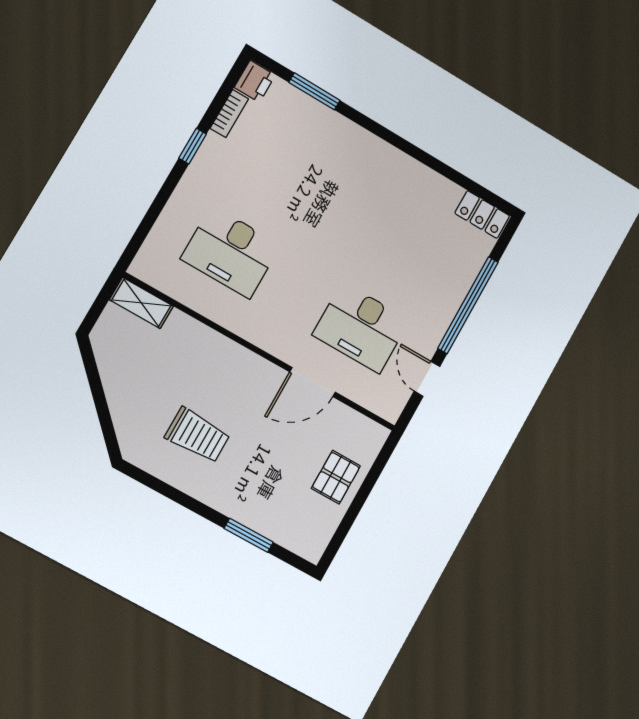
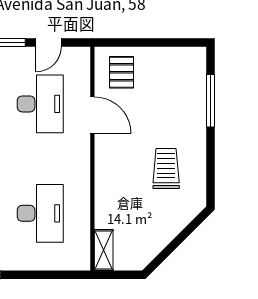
pallet: (336, 477) -> (122, 72), moved, turned 90
window: (249, 535) -> (211, 101), width x1.44

